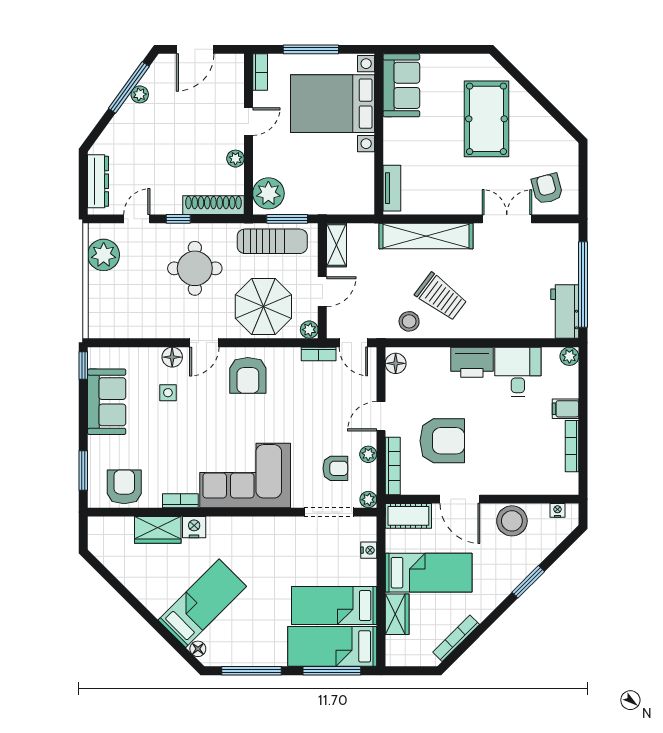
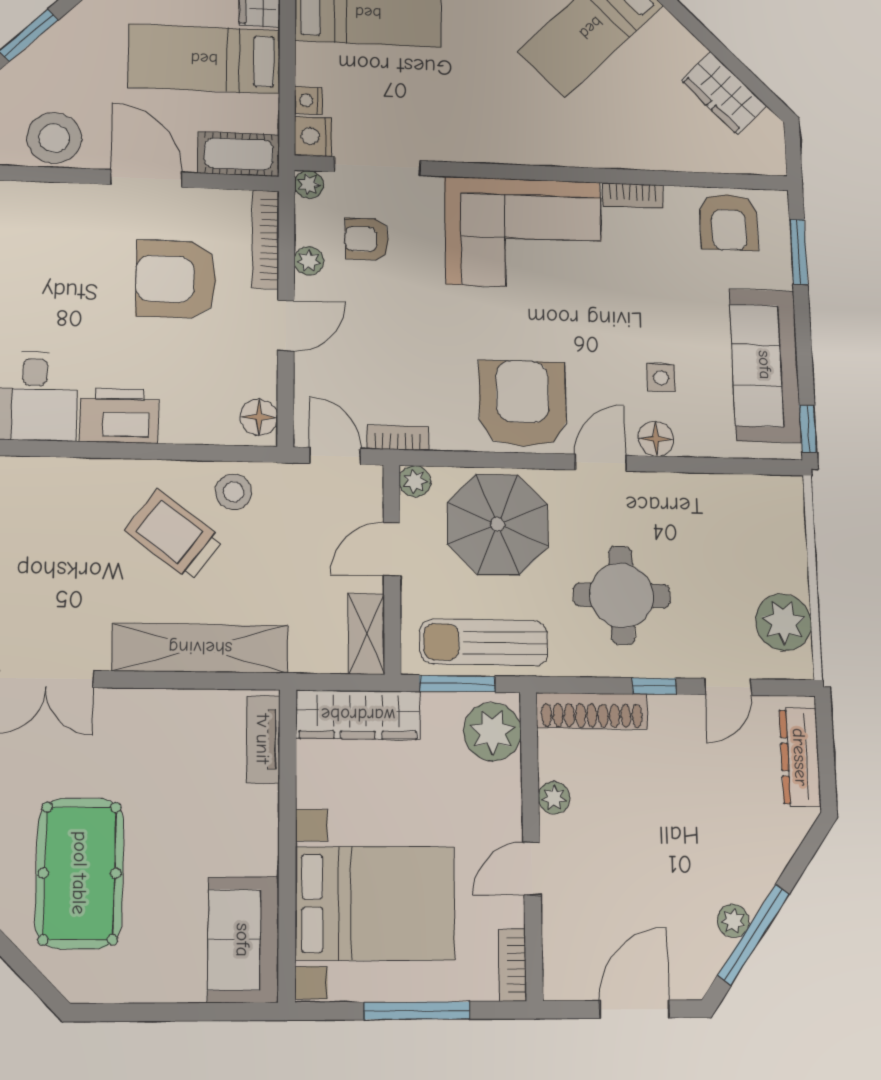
wardrobe: (341, 202) -> (358, 715), added
armchair: (248, 375) -> (523, 403), width x1.36, depth x1.36
sofa: (107, 402) -> (765, 365), width x1.36
nightstand: (194, 527) -> (313, 136), moved, turned 90
wardrobe: (158, 530) -> (724, 93), moved, turned -135

